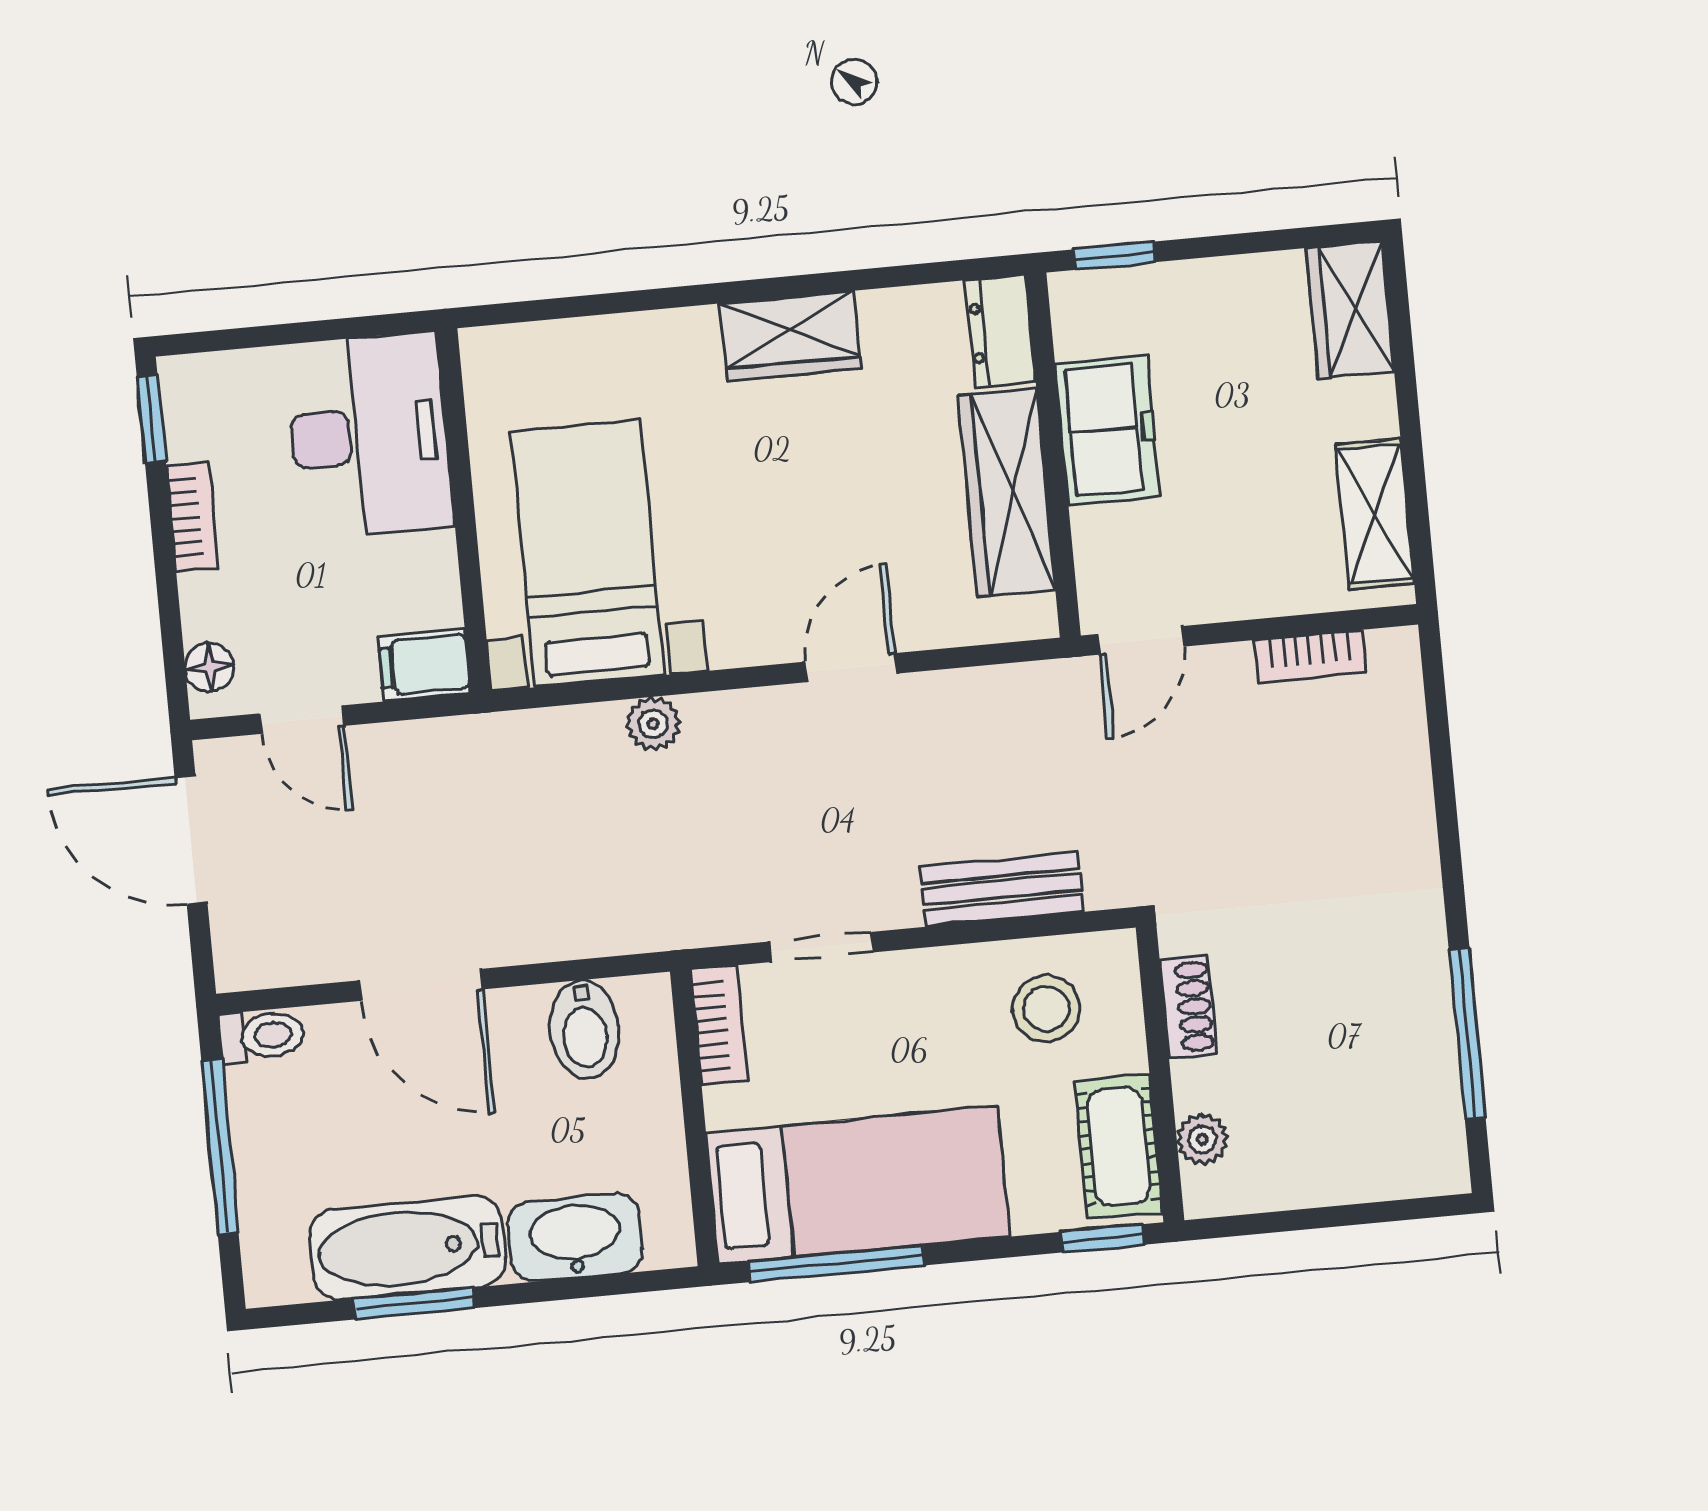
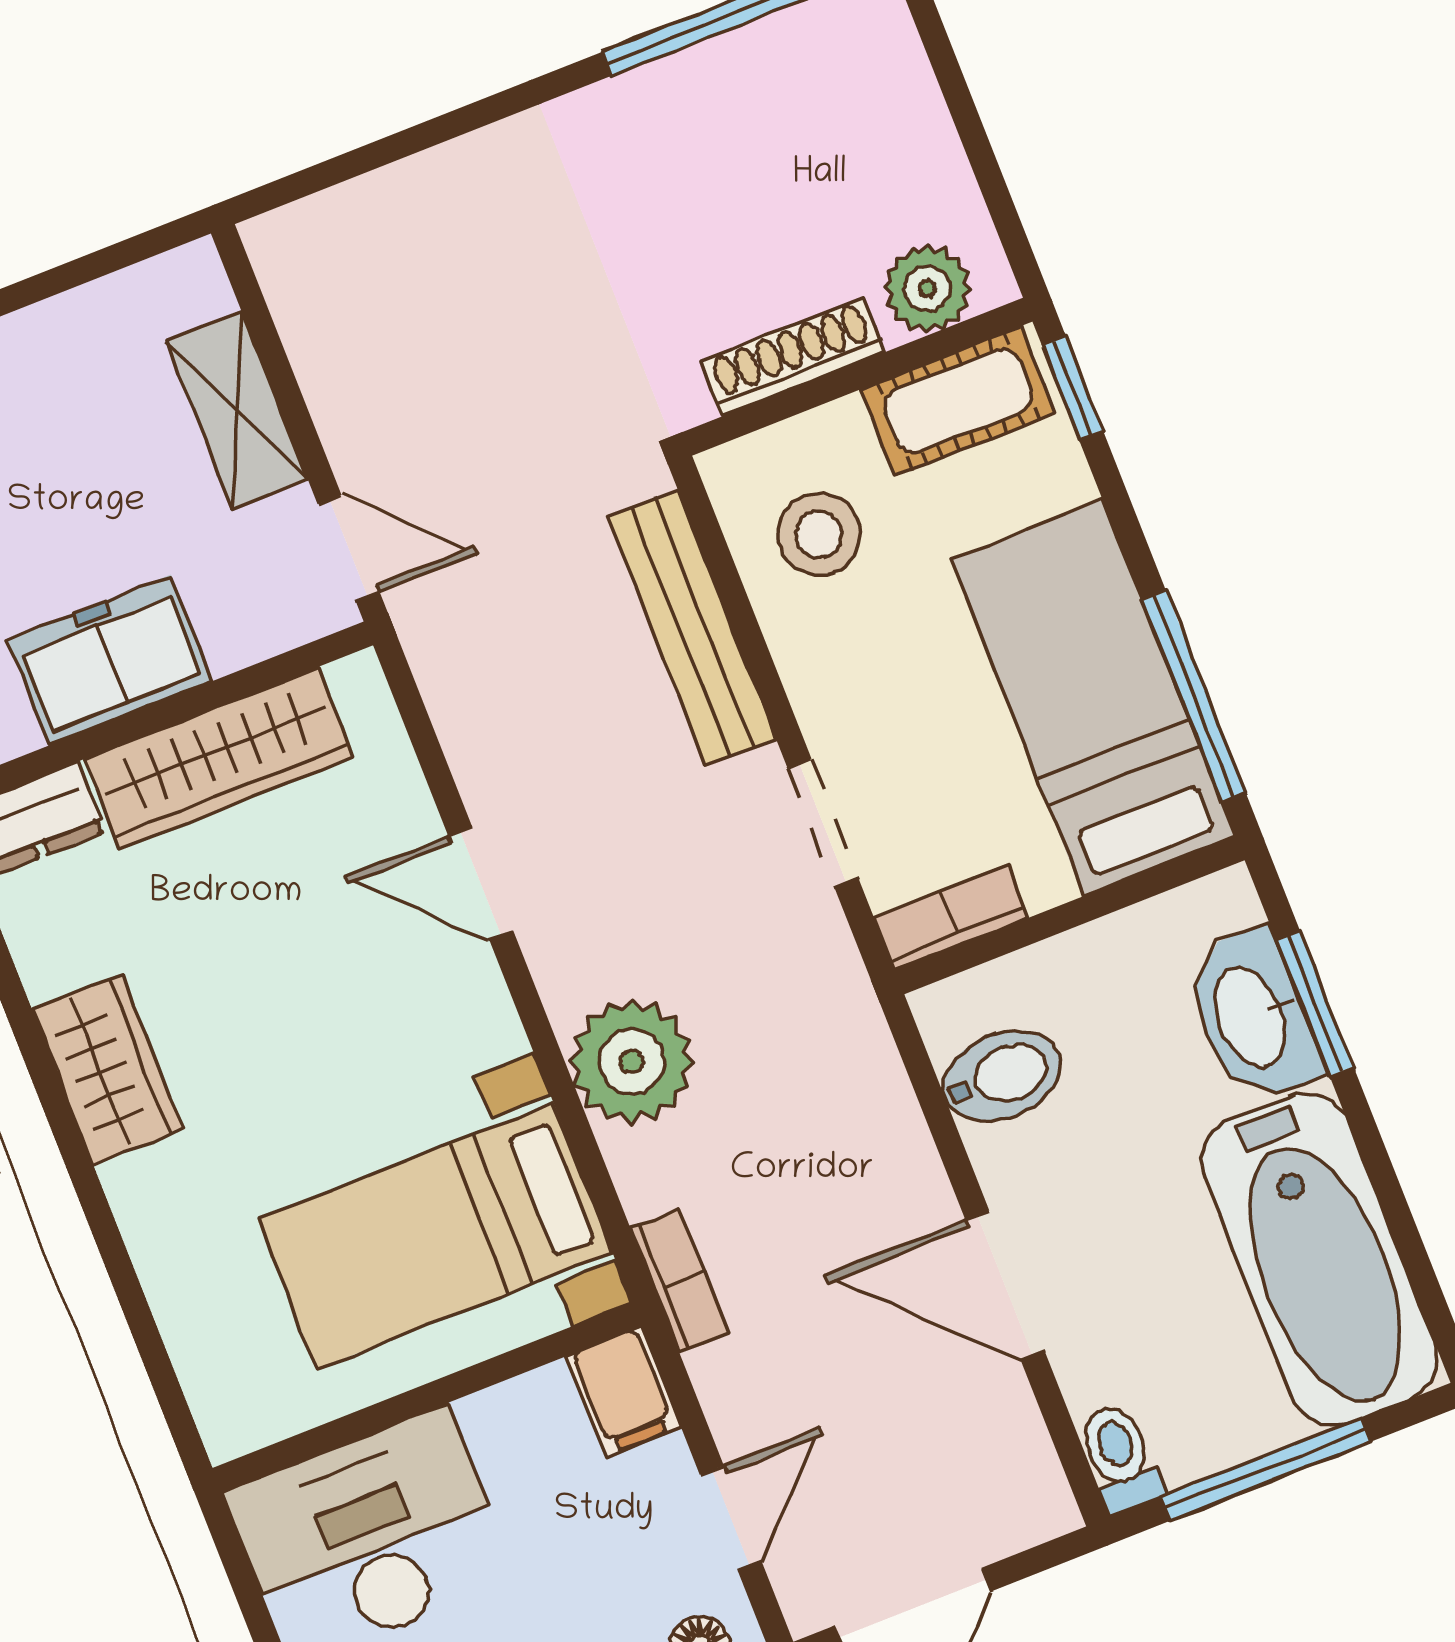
shelving: (1375, 514) -> (237, 410), moved, turned 90
bookcase: (1310, 656) -> (680, 1280), moved
plant: (653, 724) -> (632, 1062), width x1.87, depth x1.87
bench: (1002, 889) -> (692, 628), width x1.36
door: (421, 985) -> (1005, 1286), swing flipped
shoe rack: (1188, 1007) -> (793, 357), width x1.43
plant: (1202, 1139) -> (927, 289), width x1.38, depth x1.38
bathtub: (408, 1248) -> (1320, 1259), width x1.36, depth x1.36
window: (414, 1303) -> (1315, 1004), moved

